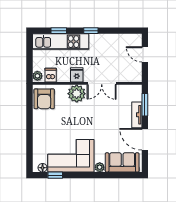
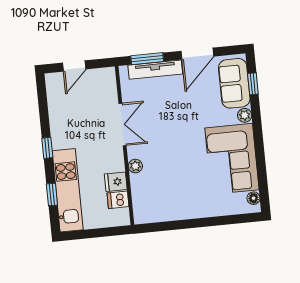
fridge: (77, 75) -> (116, 182), moved
plant: (37, 76) -> (121, 219), removed
plant: (77, 94) -> (135, 166), width x0.53, depth x0.53
armchair: (44, 99) -> (153, 206), removed
tv unit: (137, 115) -> (155, 70), width x1.41
window: (55, 175) -> (253, 84), moved

